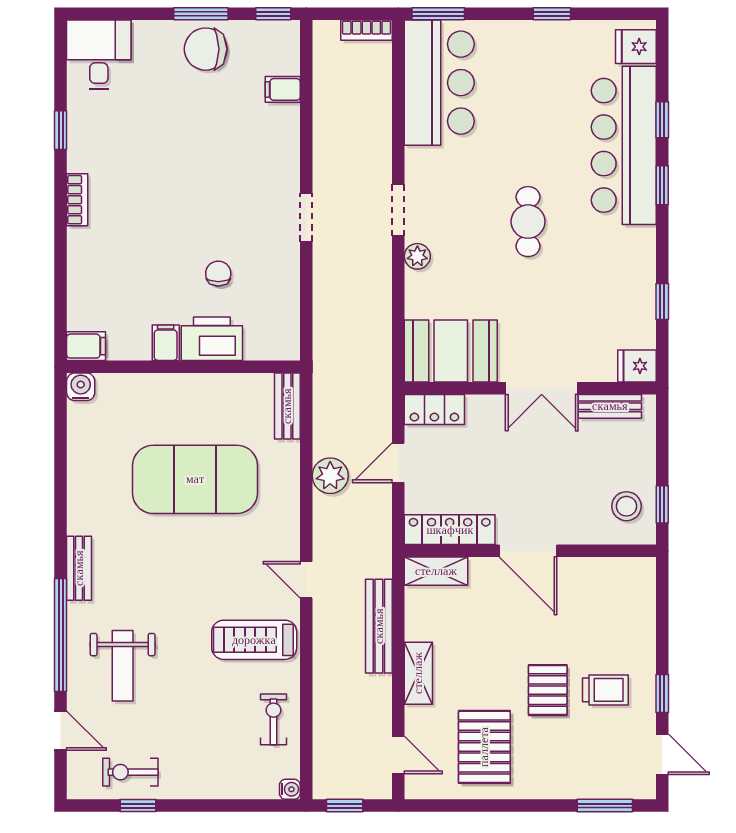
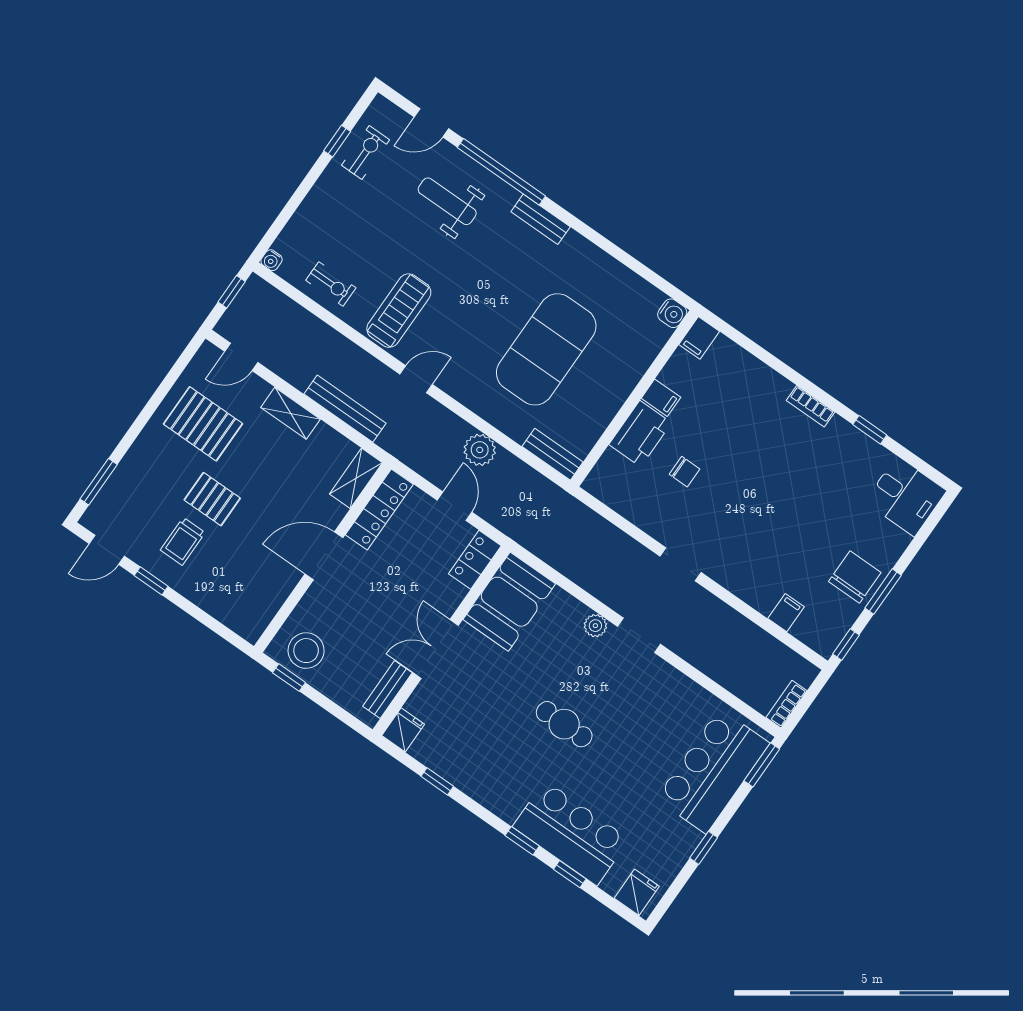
bar counter: (439, 83) -> (713, 771), moved, turned 90
bar counter: (624, 145) -> (571, 833), width x0.73
stool: (626, 506) -> (306, 651), width x1.38, depth x1.38

